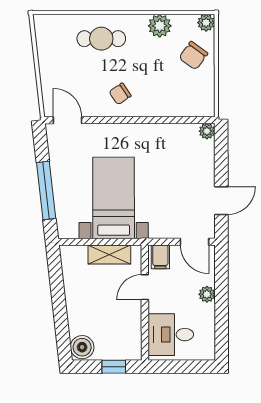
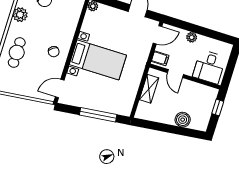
bed with nightstands: (114, 198) -> (98, 60), moved, turned 180
boiler: (82, 347) -> (183, 120), moved

